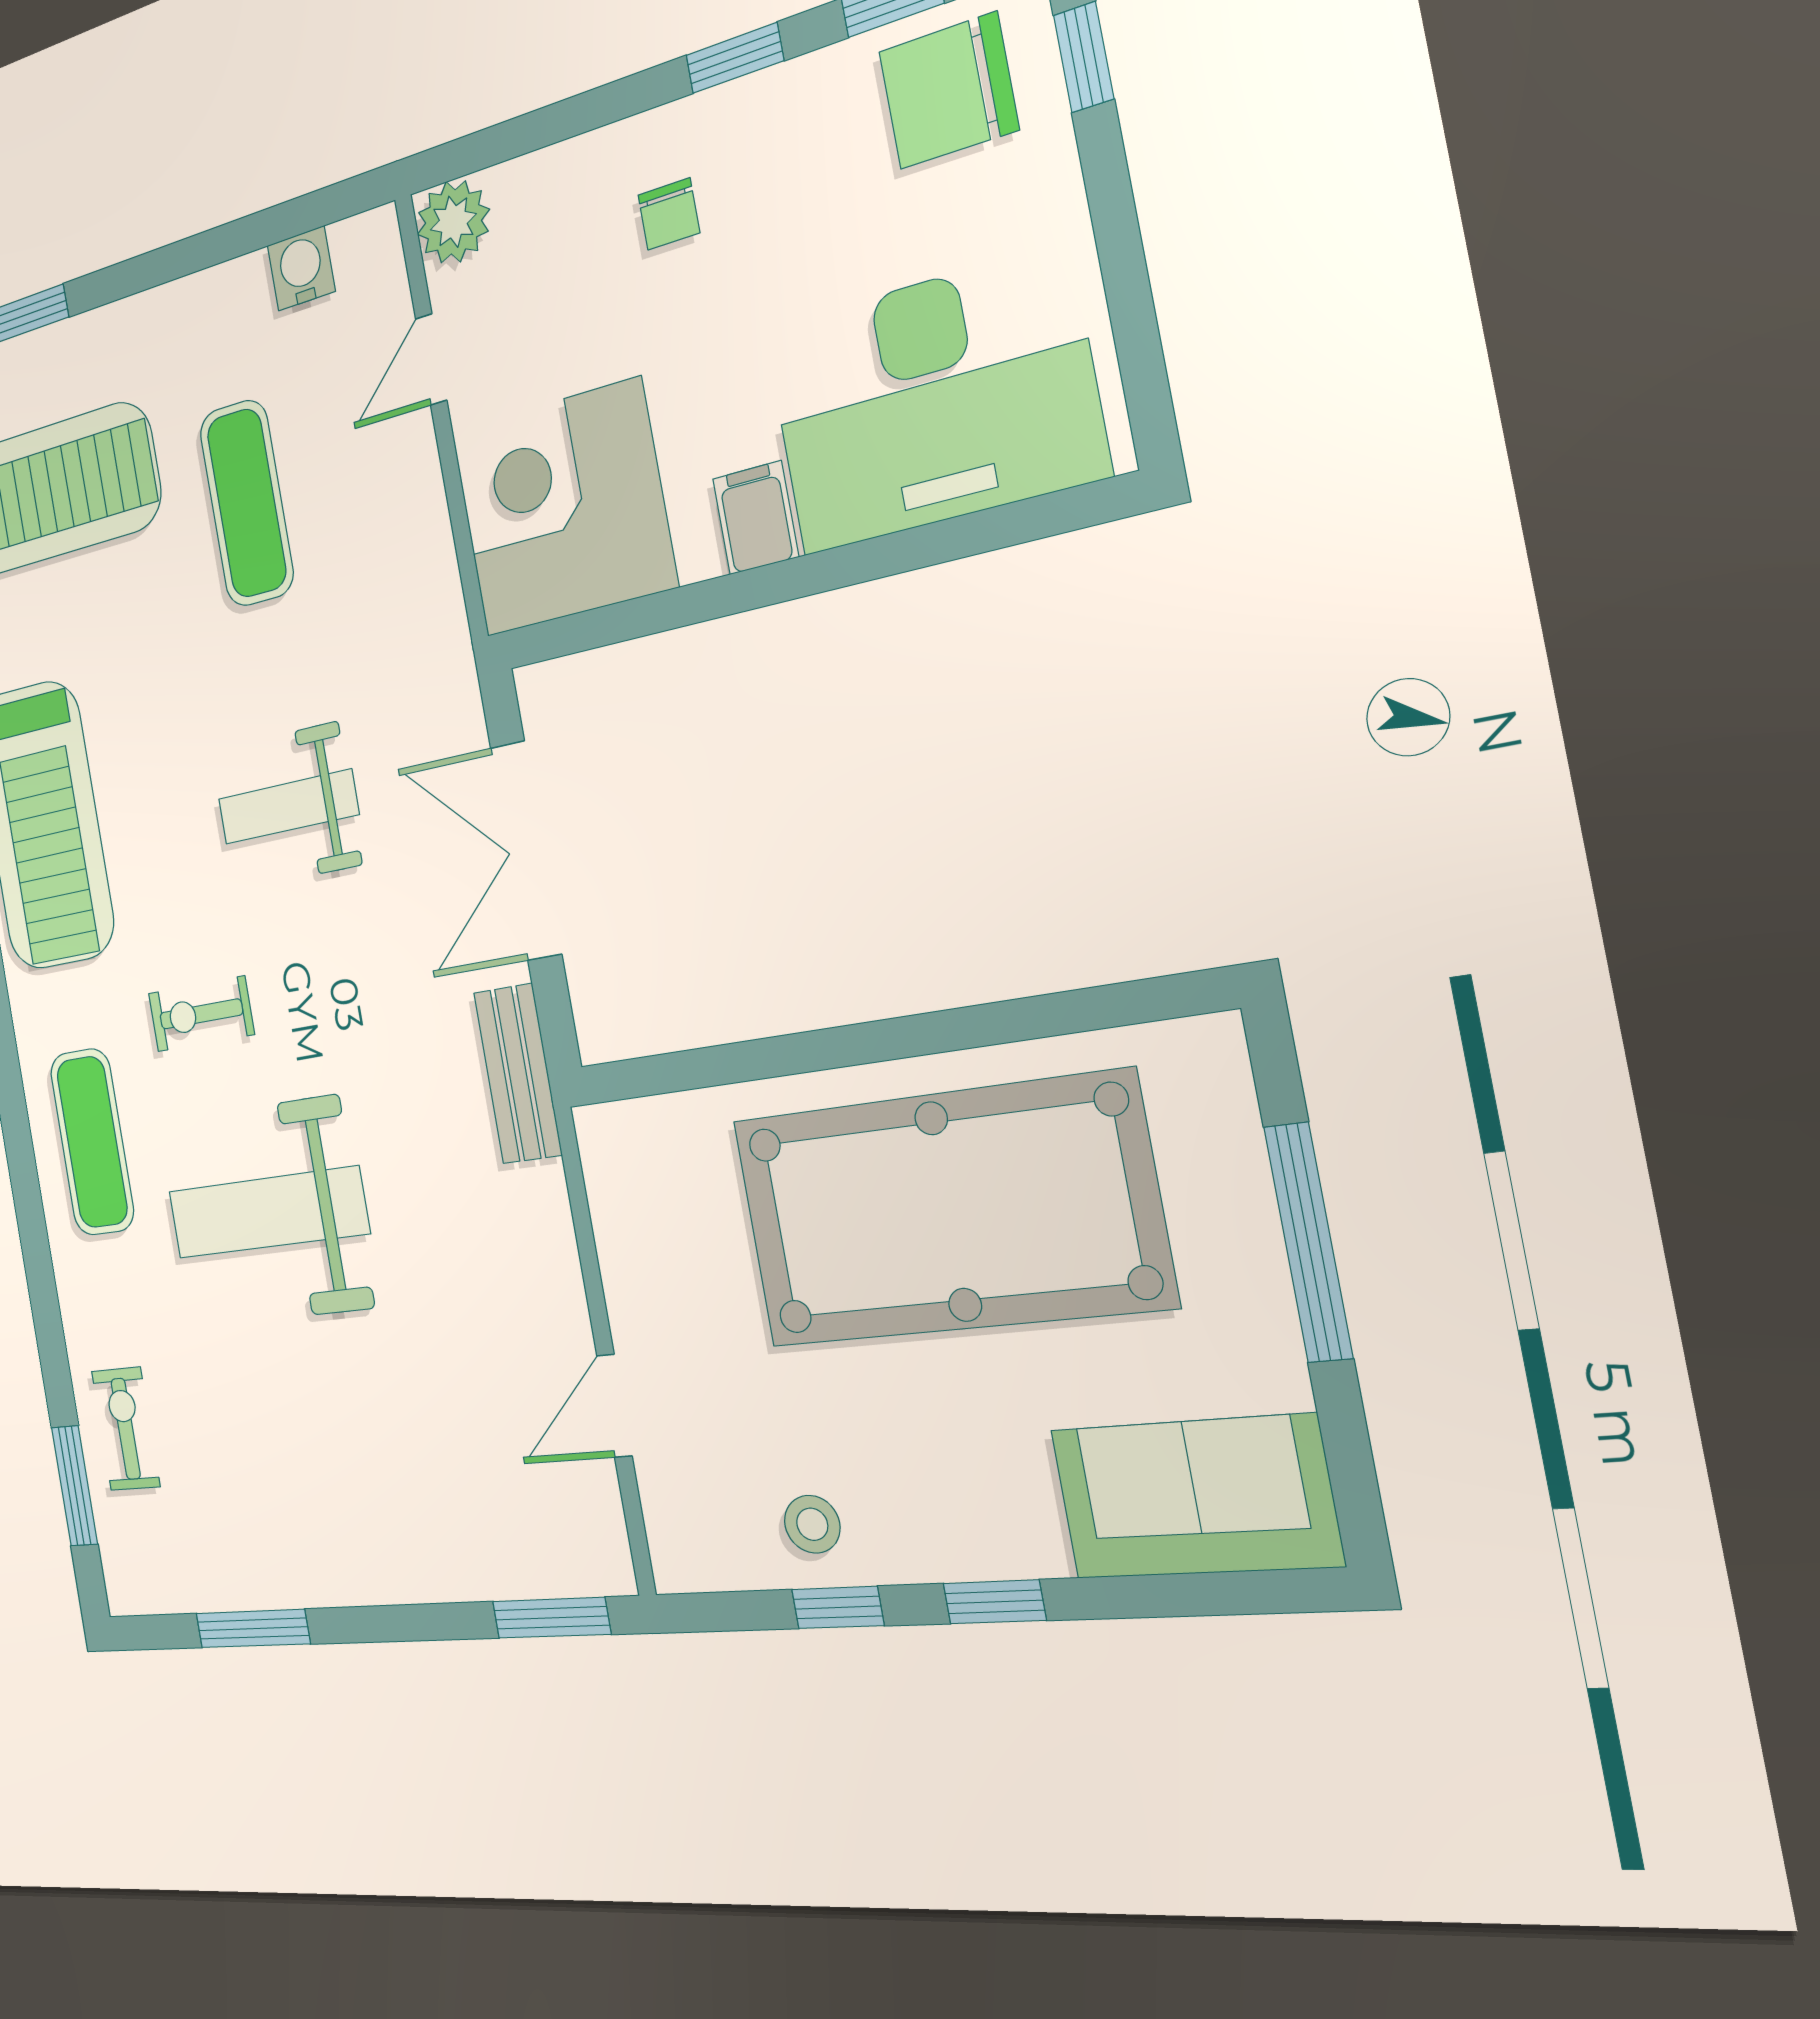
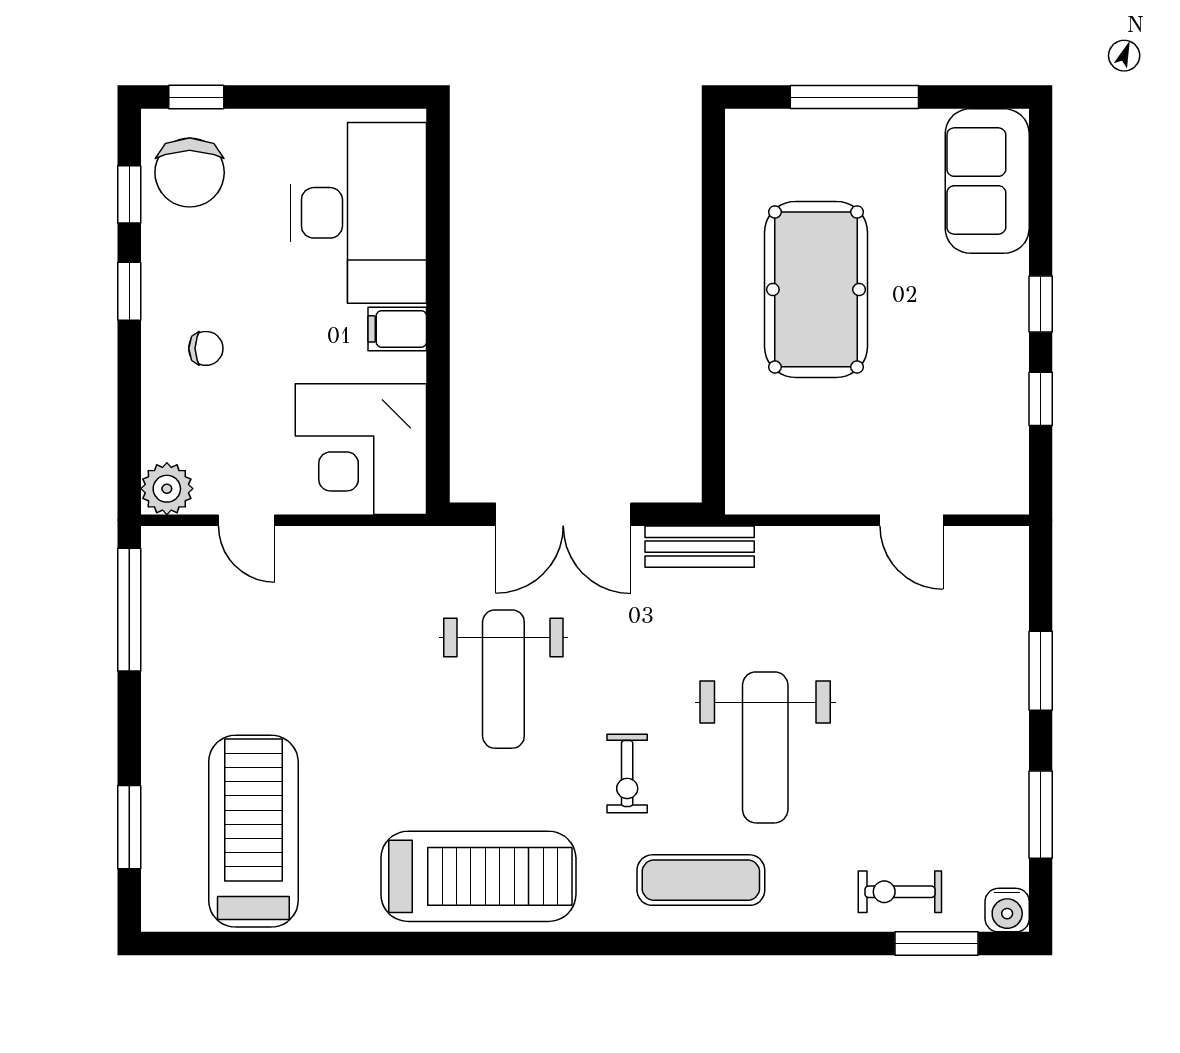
window: (281, 222) -> (129, 610), added
water cooler: (301, 268) -> (1007, 910), moved, turned -90
exercise mat: (247, 503) -> (301, 671), removed
weight bench: (288, 807) -> (503, 679), width x1.36, depth x1.33
pool table: (948, 1211) -> (816, 289), width x0.73, depth x0.76
stool: (812, 1524) -> (991, 405), removed
window: (551, 1618) -> (1041, 671), moved

